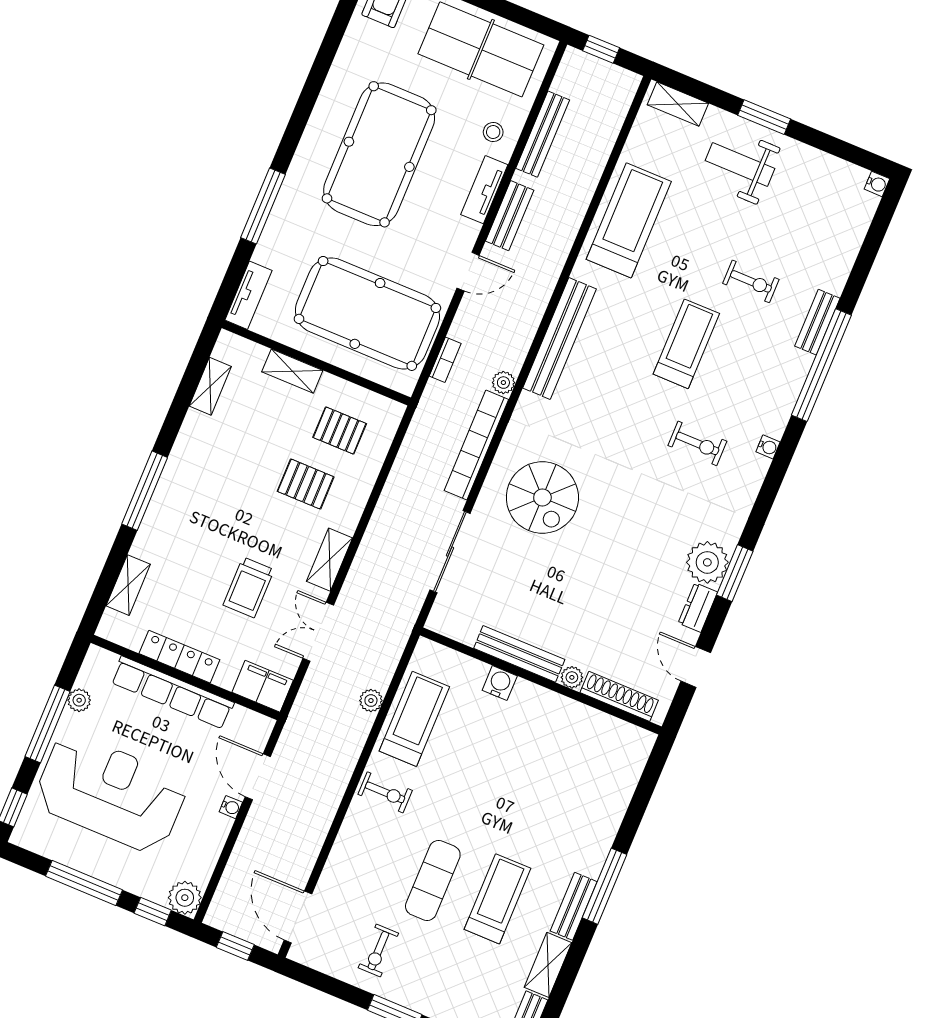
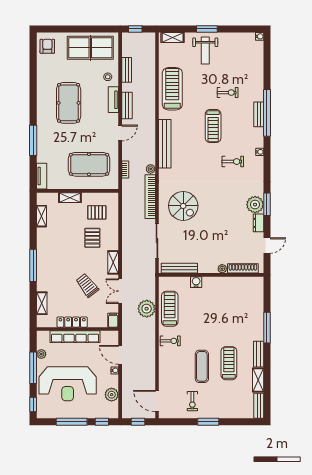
bench: (543, 134) -> (127, 70), width x0.73
pool table: (379, 154) -> (69, 103), width x0.73, depth x0.76
weight bench: (740, 164) -> (205, 50), turned -90
pool table: (367, 313) -> (89, 164), width x0.73, depth x0.76
bench: (817, 322) -> (259, 114), moved
treadmill: (686, 344) -> (213, 126), turned 180
pallet: (306, 484) -> (92, 238), turned 90
trolley: (249, 587) -> (87, 285), turned 142
bench: (519, 654) -> (179, 268), moved
door: (696, 667) -> (267, 245), swing flipped
filing cabinet: (263, 686) -> (113, 320), width x0.50
plant: (371, 701) -> (147, 309), width x1.88, depth x1.88
reception desk: (111, 793) -> (68, 384), turned 180
window: (604, 886) -> (267, 328), moved
plant: (185, 898) -> (112, 395), moved

